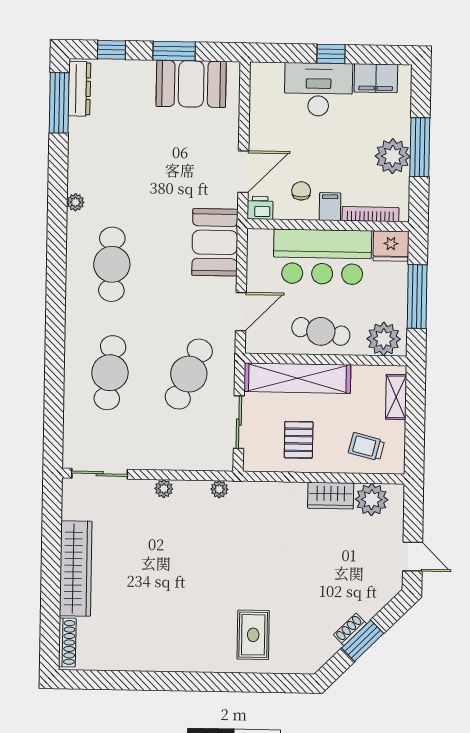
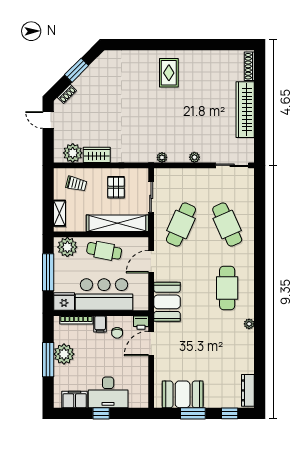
window: (59, 103) -> (260, 382), removed
cafe table: (110, 373) -> (227, 225), turned -30
shoe rack: (350, 629) -> (67, 94), moved
rug: (253, 635) -> (169, 73), moved

